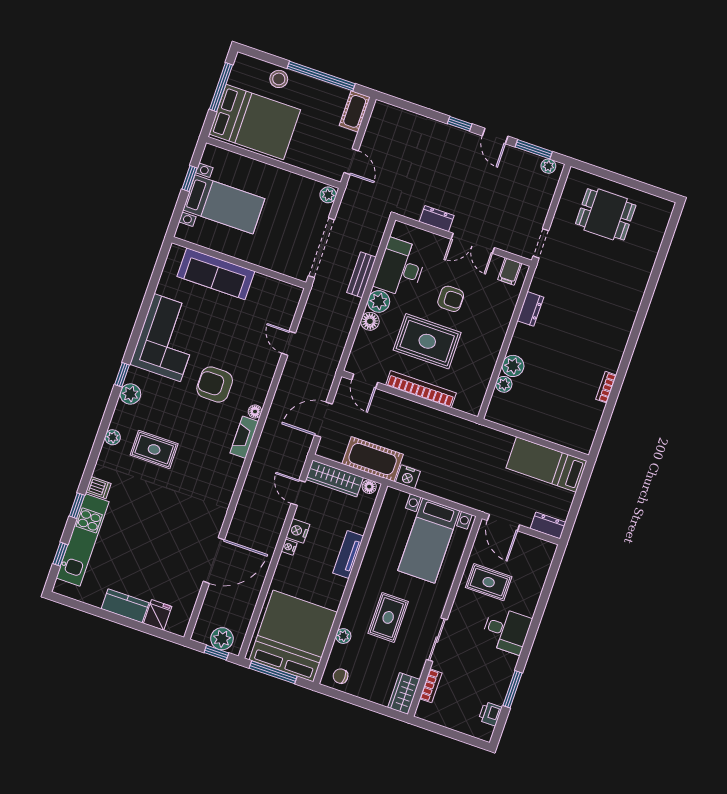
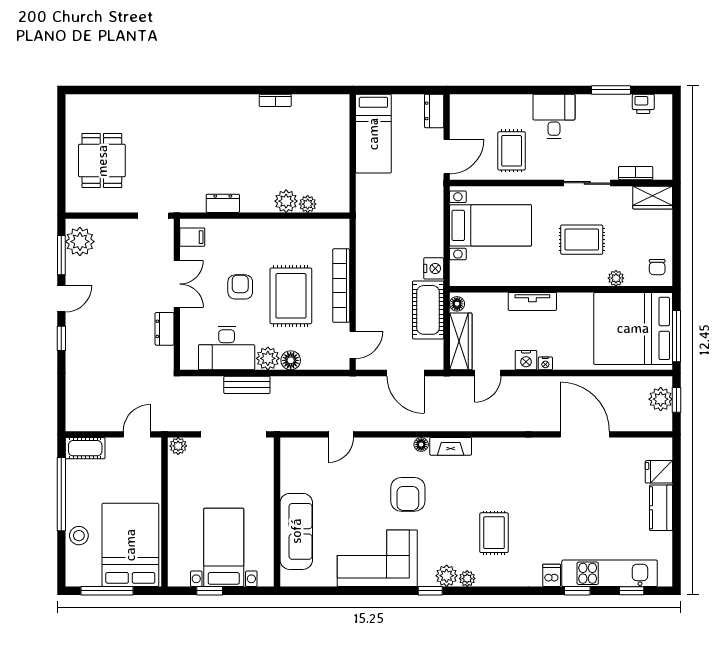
plant: (548, 166) -> (80, 242), width x1.87, depth x1.87
plant: (113, 437) -> (467, 579), moved

